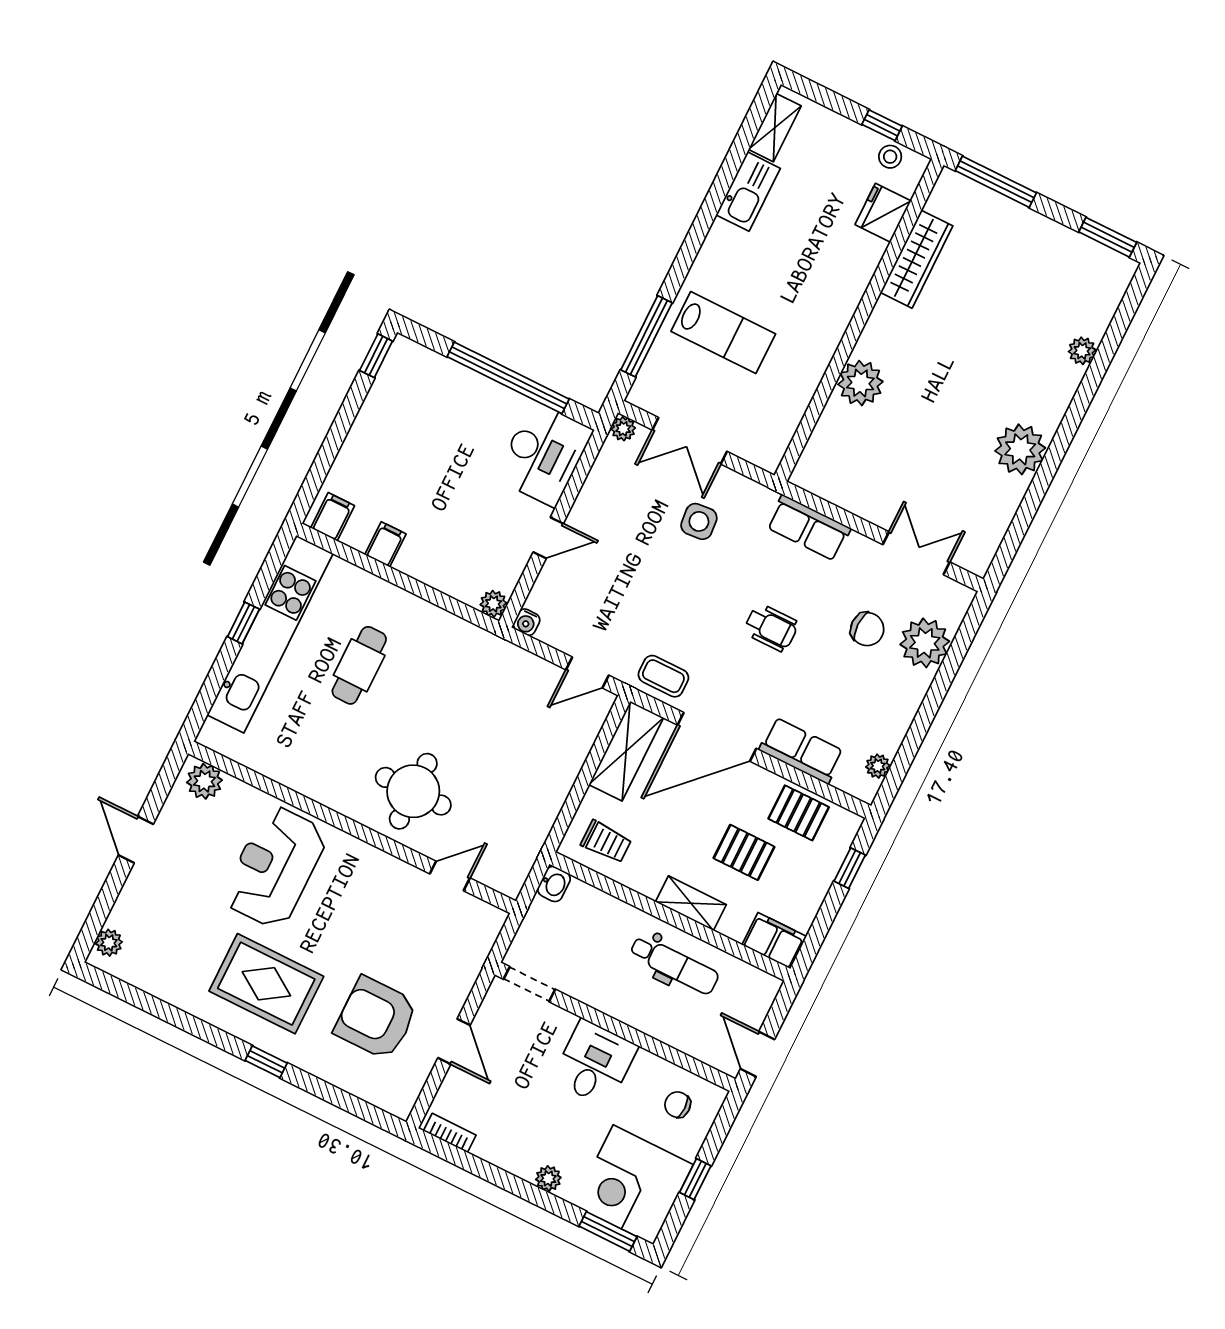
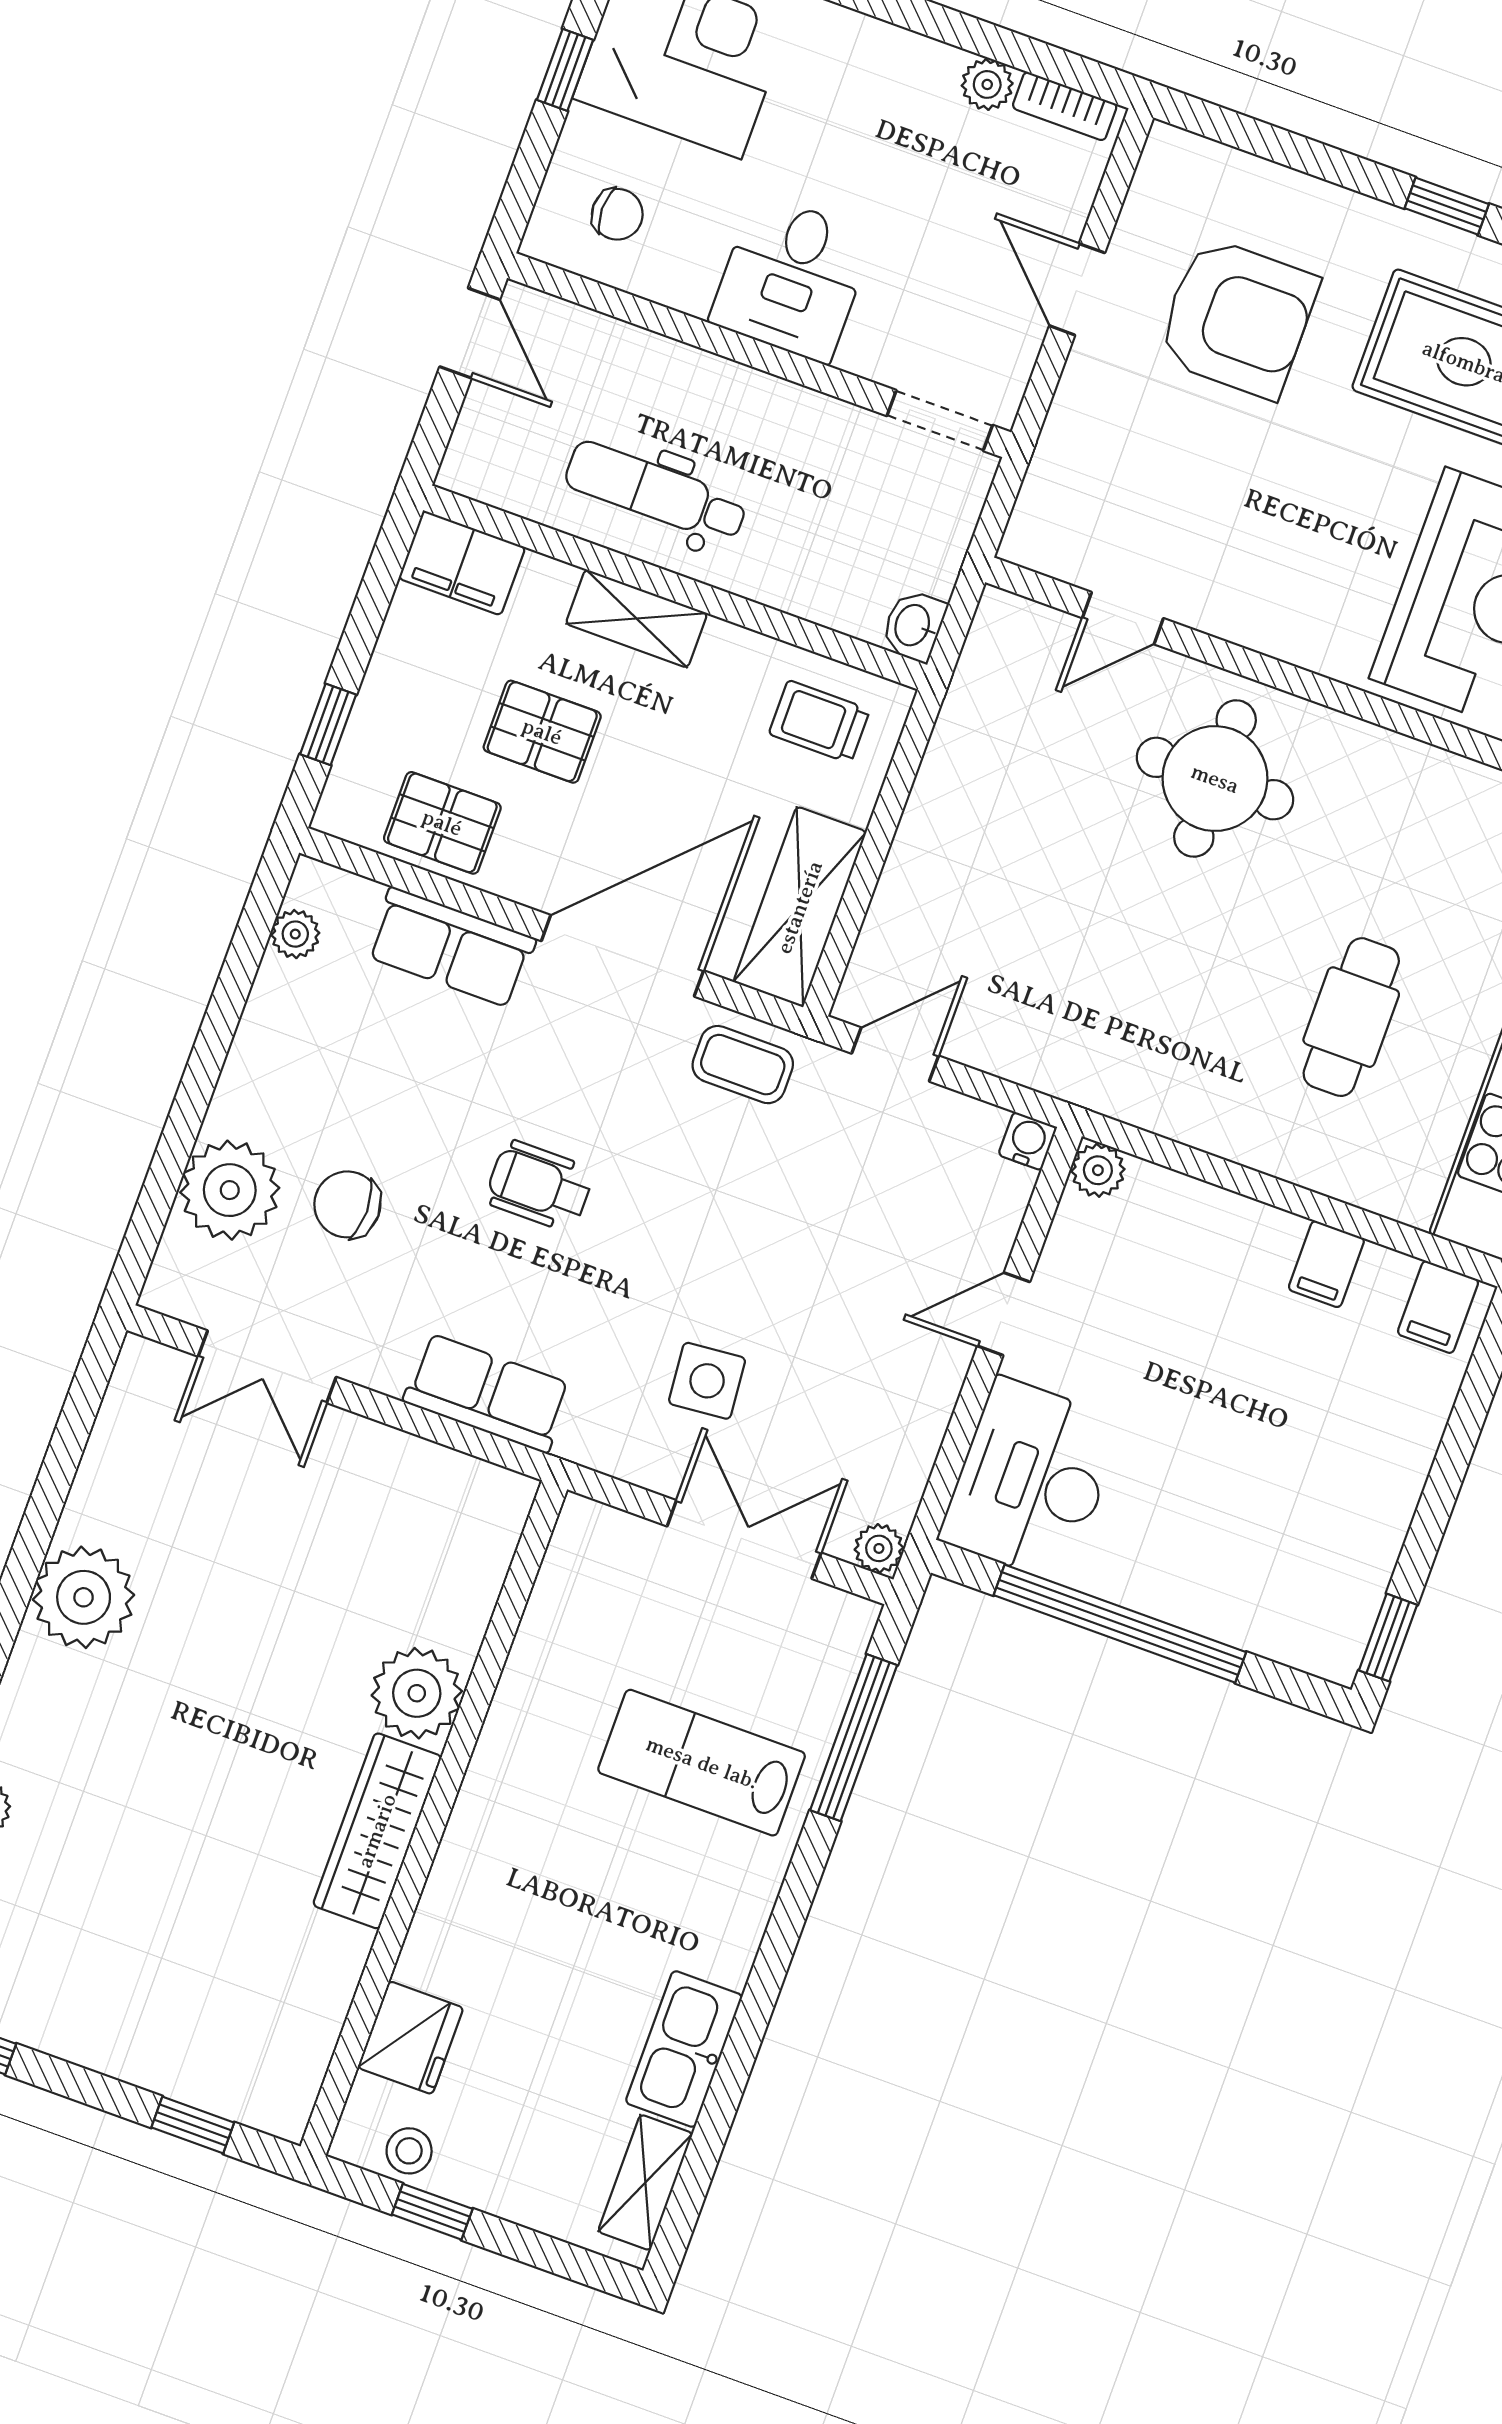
window: (996, 182) -> (193, 2125), width x0.46
wardrobe: (917, 259) -> (377, 1831), moved
plant: (548, 1179) -> (987, 84), moved

